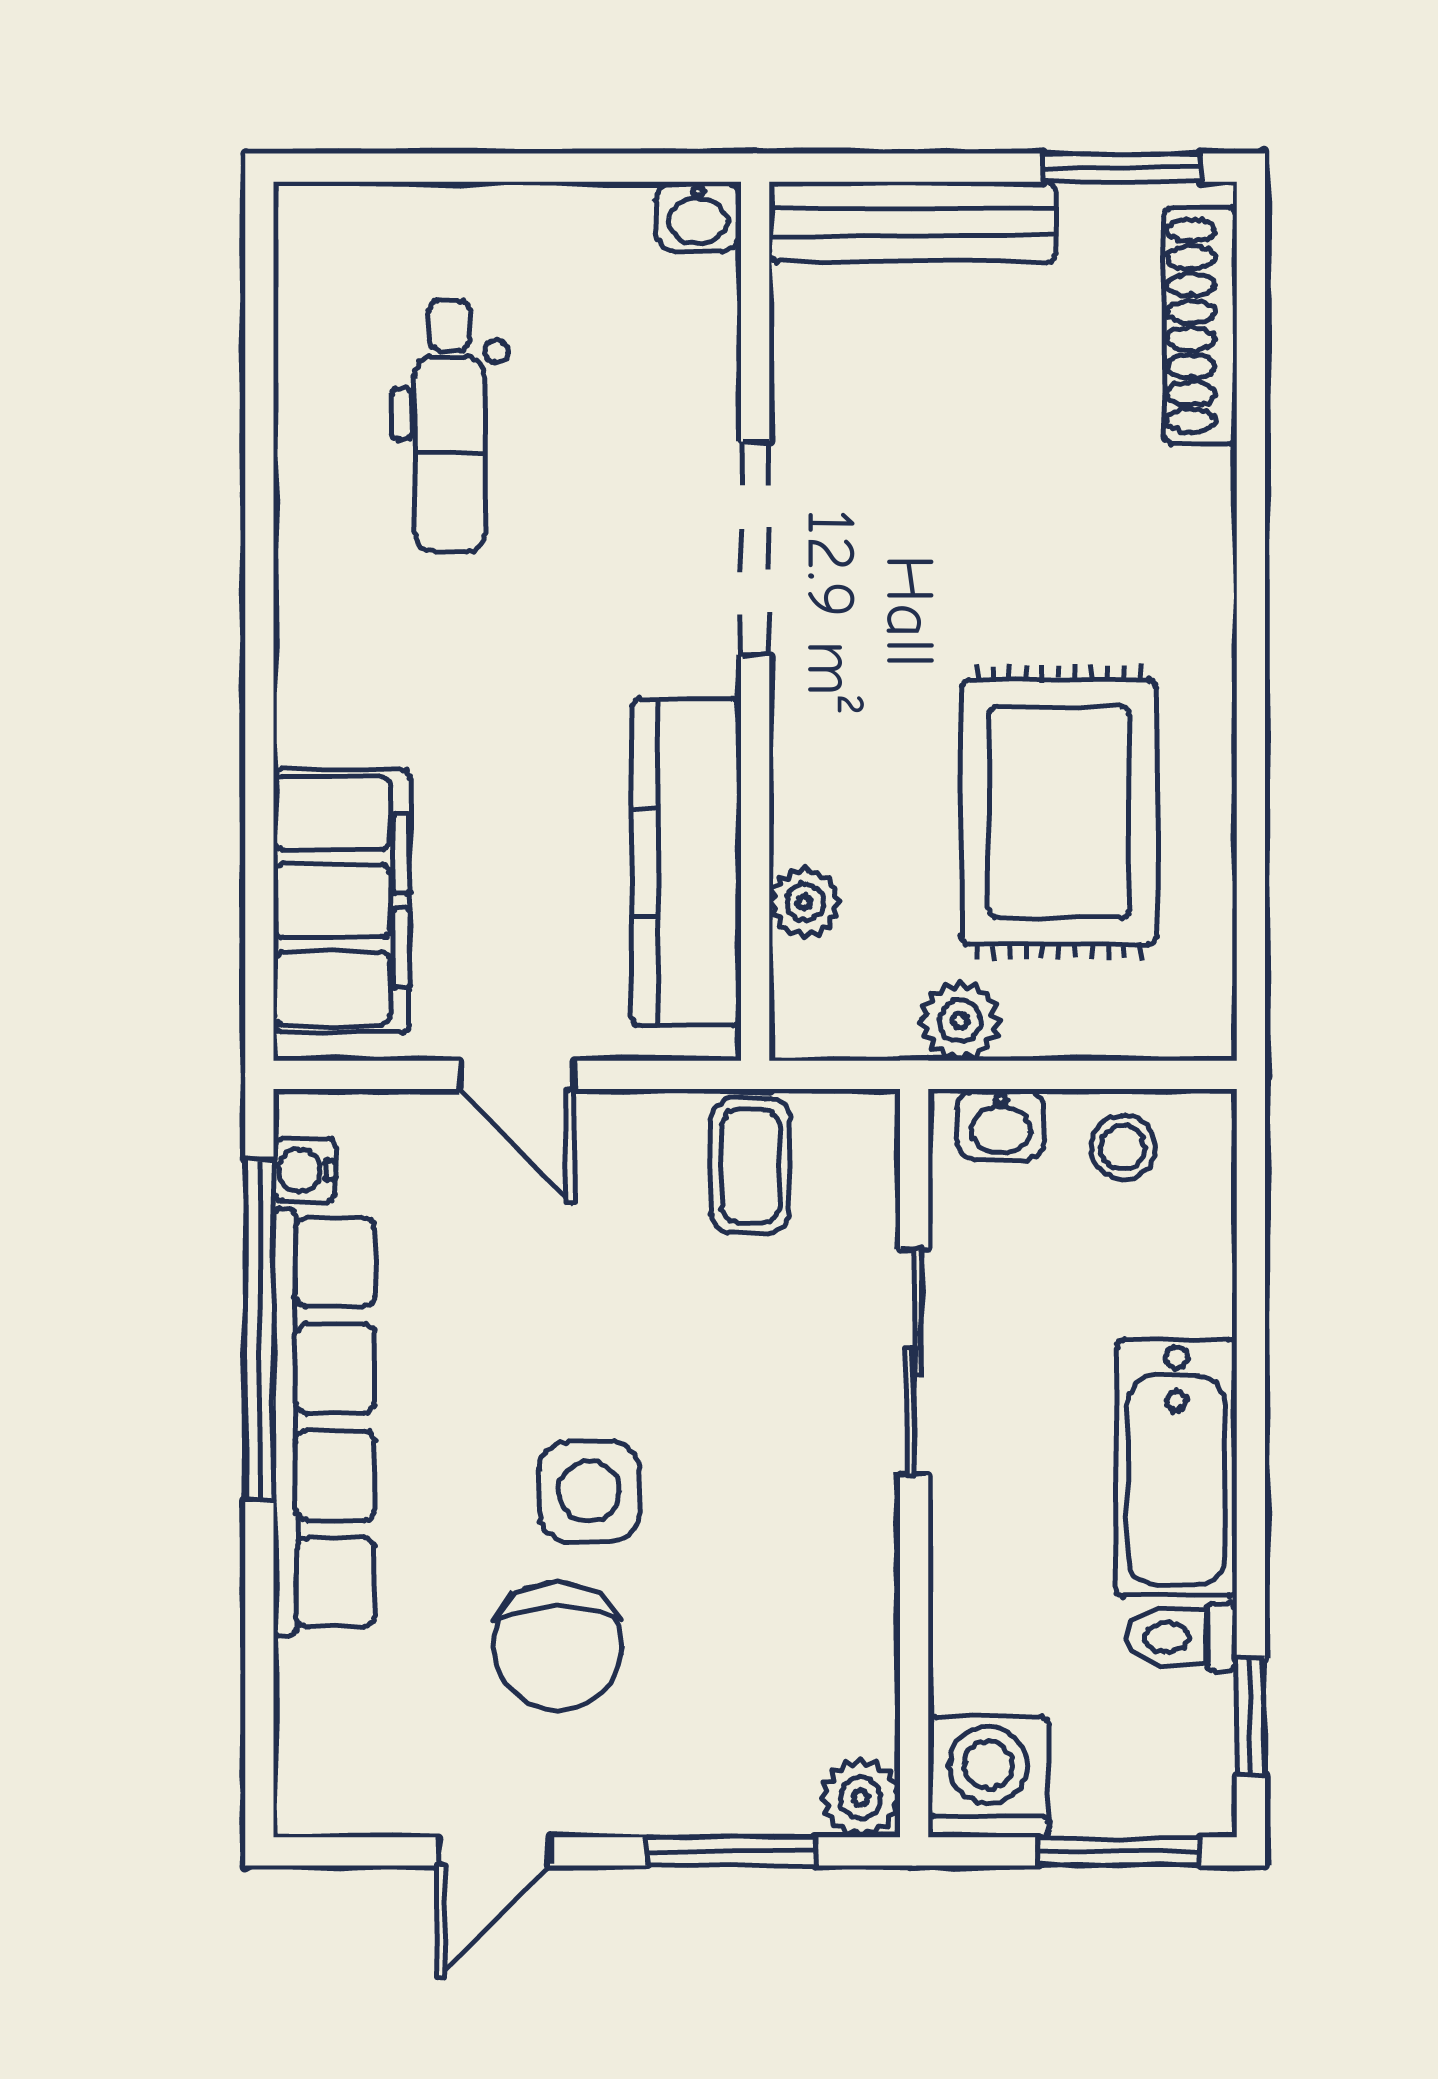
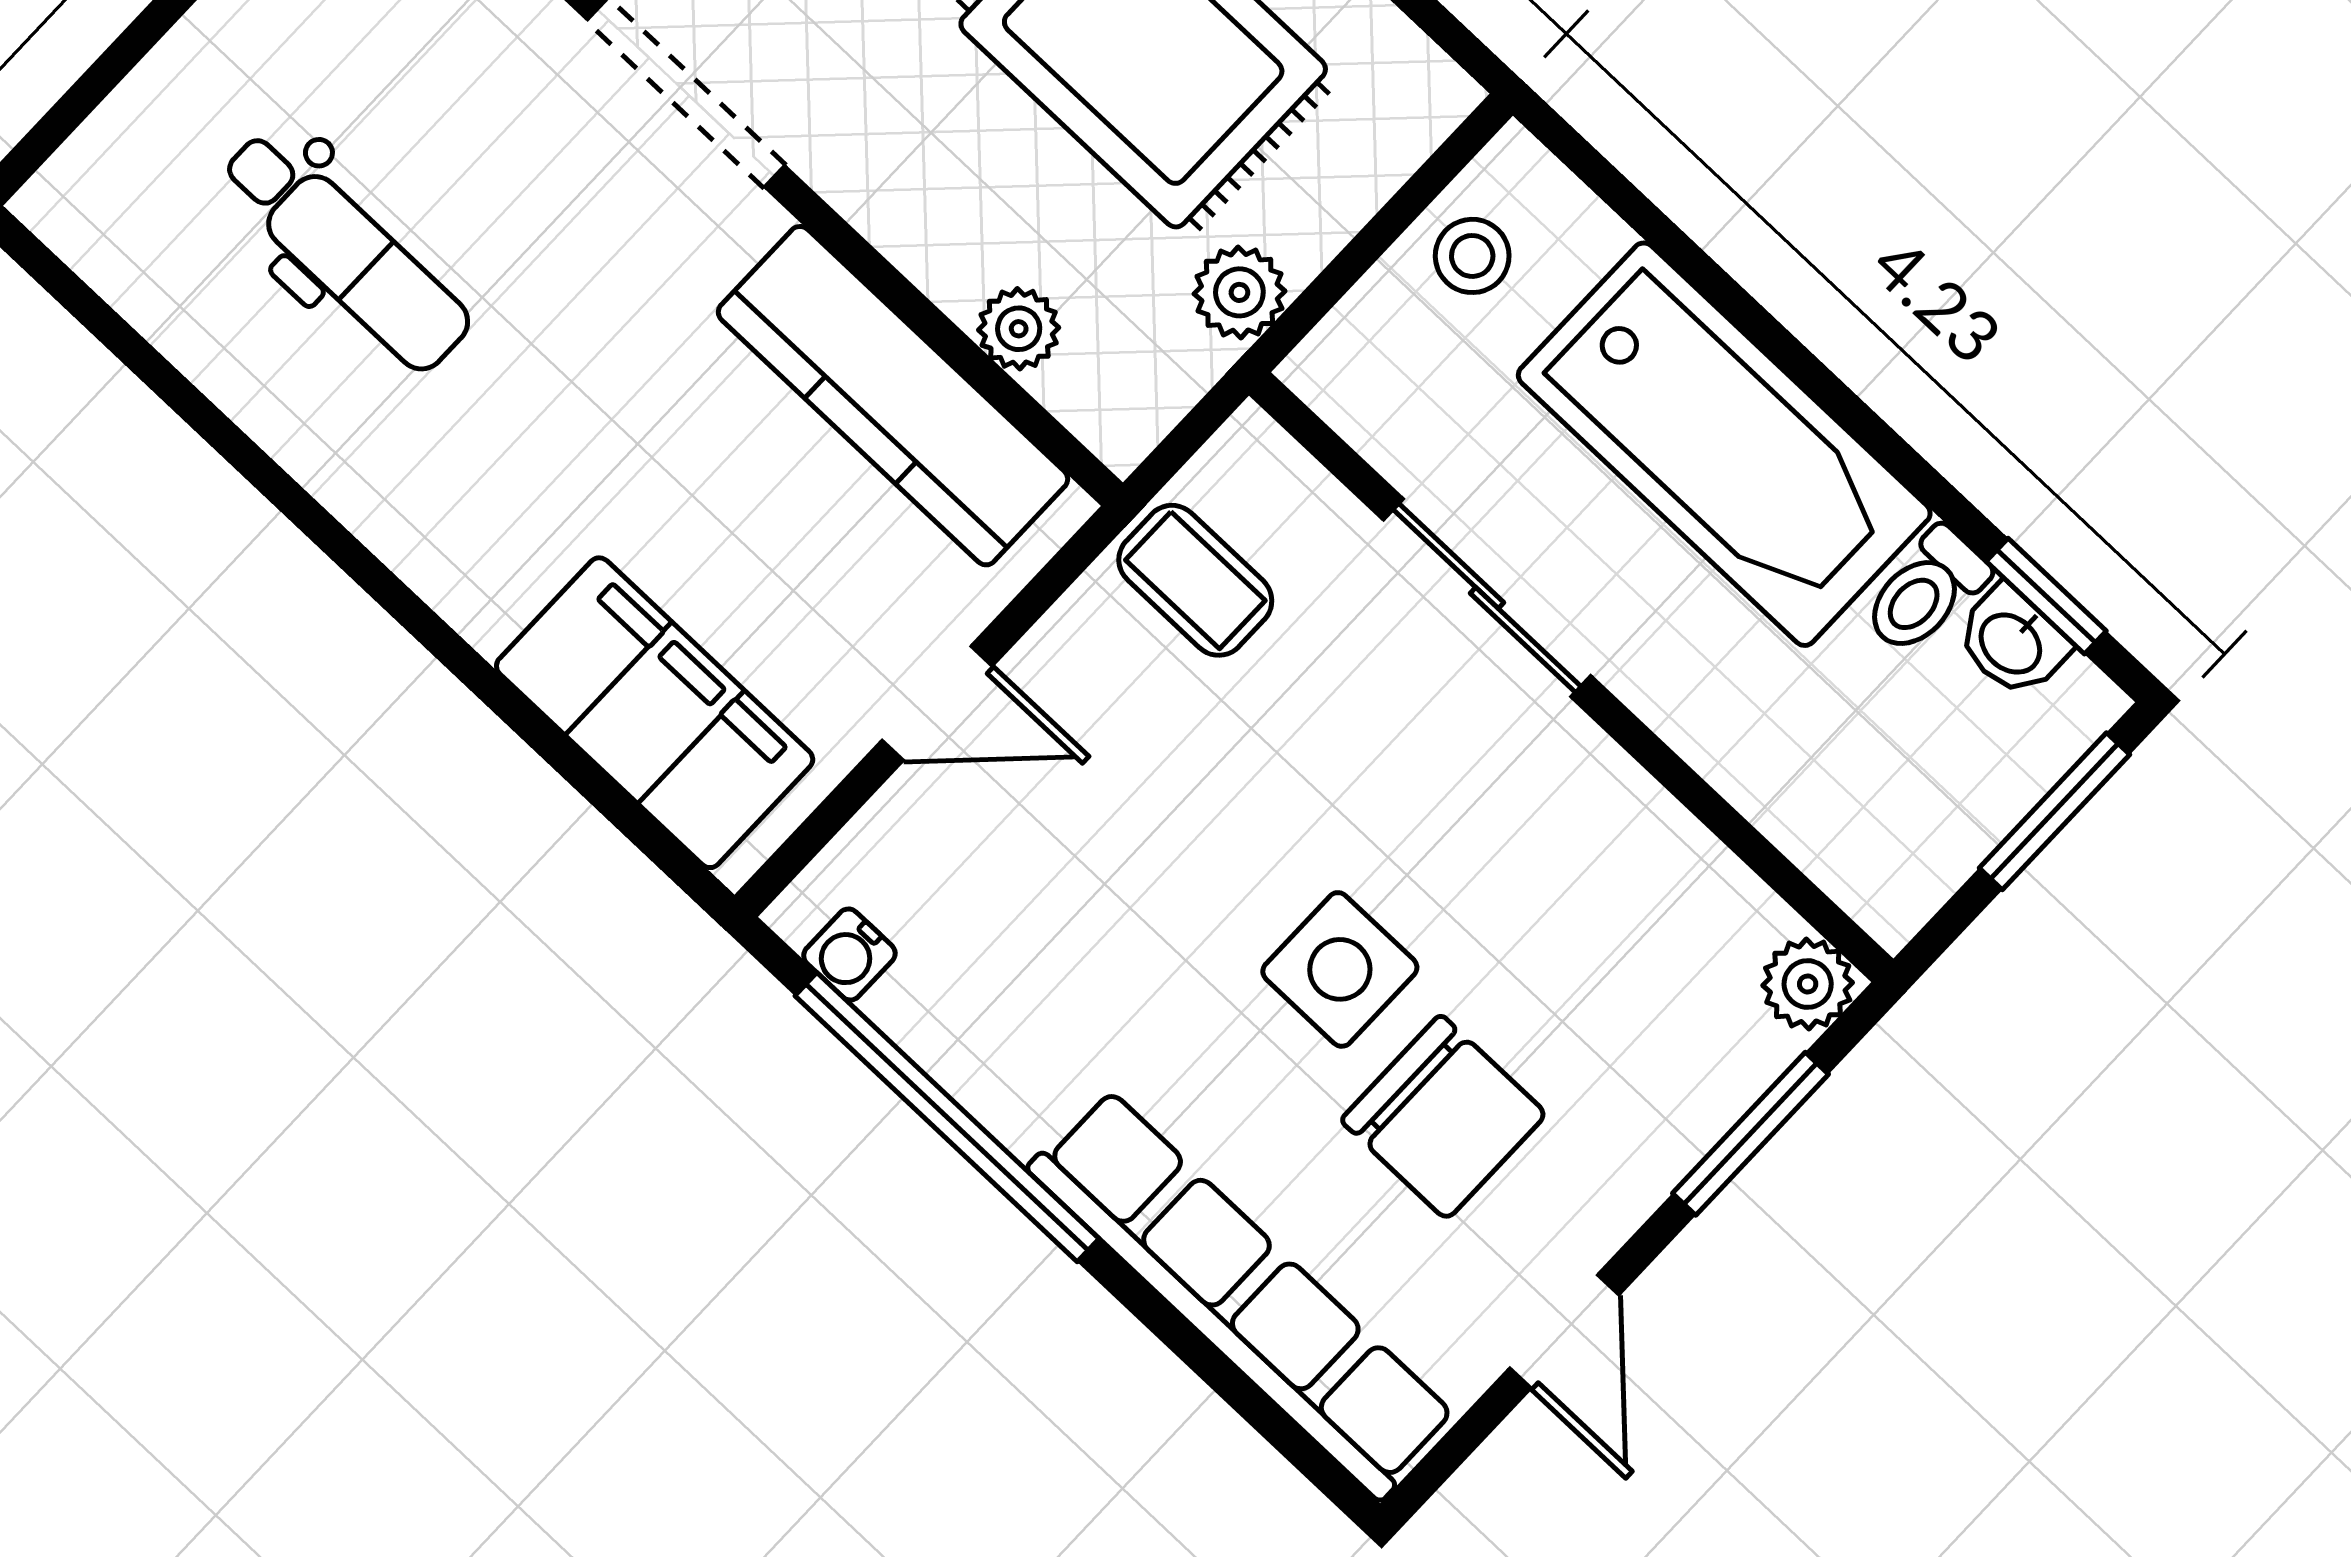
washbasin: (1001, 1125) -> (2012, 642), moved, turned 90
row of seats: (324, 1422) -> (1242, 1294), moved
bathtub: (1176, 1468) -> (1724, 444), width x1.36, depth x1.36
washing machine: (988, 1777) -> (1890, 861), removed

